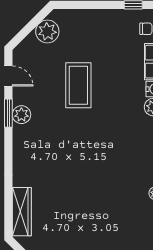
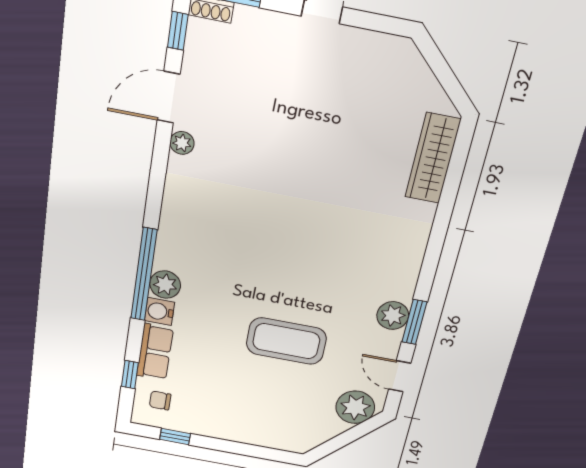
plant: (47, 31) -> (355, 407), moved
coffee table: (78, 85) -> (286, 341), turned 90

